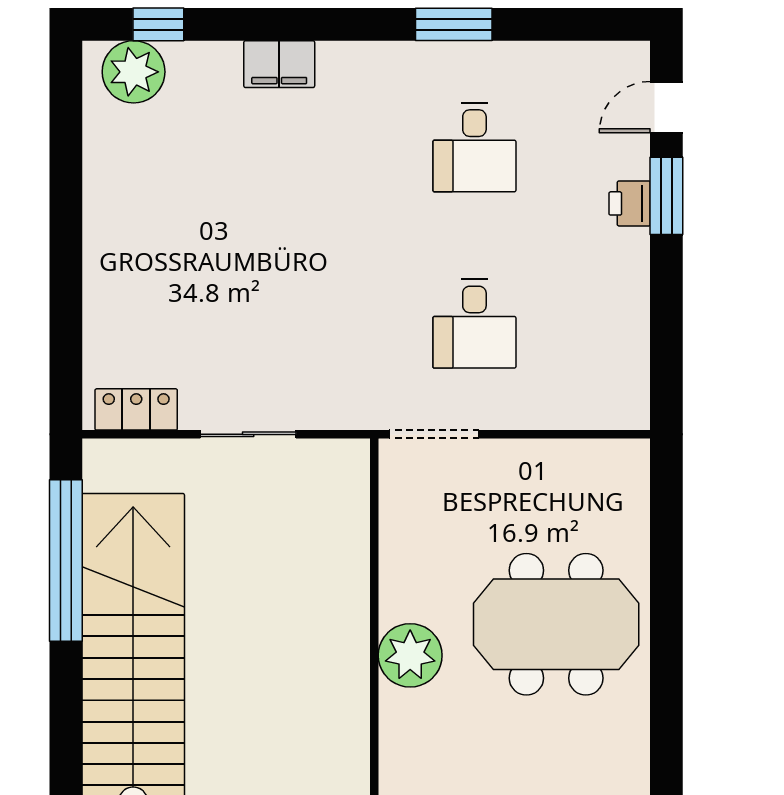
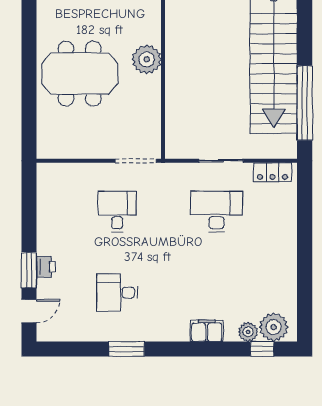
plant: (189, 62) -> (248, 332), added
desk: (474, 147) -> (117, 293), turned -90
desk: (258, 324) -> (217, 212), added

